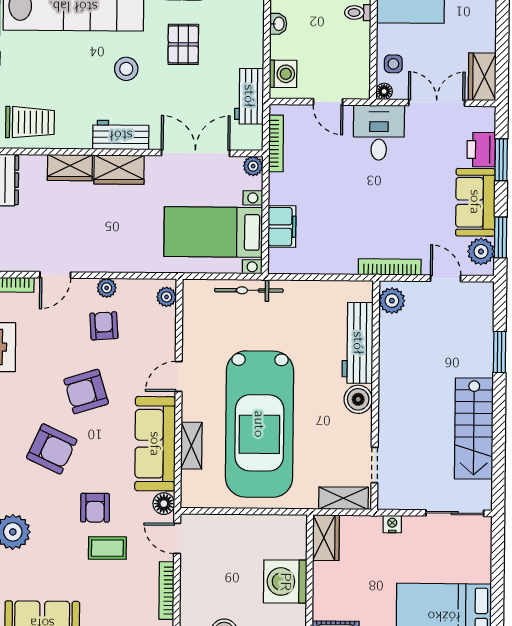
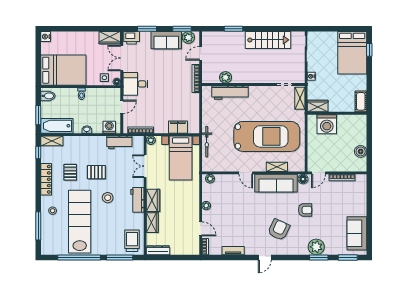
printer: (481, 150) -> (132, 38), moved
double door: (195, 153) -> (145, 166), width x0.73
plant: (392, 301) -> (226, 77), moved
armchair: (104, 326) -> (223, 207), removed
armchair: (86, 392) -> (253, 214), removed
boiler: (358, 399) -> (255, 92), removed
coffee table: (107, 548) -> (323, 204), removed
washing machine: (285, 582) -> (327, 124), moved

